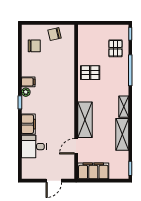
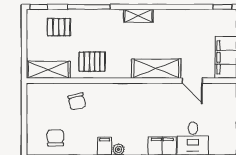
chair: (54, 34) -> (77, 101), moved
pallet: (90, 73) -> (92, 62), turned 90
shelving: (122, 134) -> (48, 70), moved

